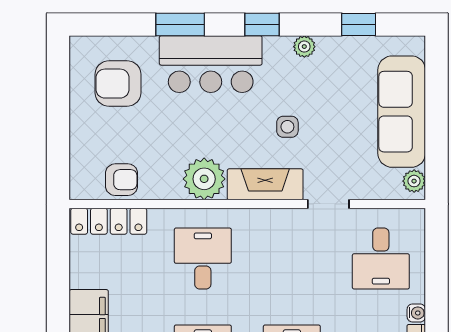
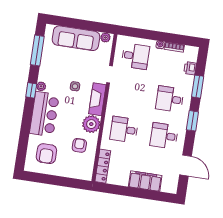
window: (180, 25) -> (26, 124), removed
window: (359, 25) -> (37, 50), width x2.17
plant: (304, 47) -> (41, 86), moved
armchair: (122, 180) -> (79, 145), moved

